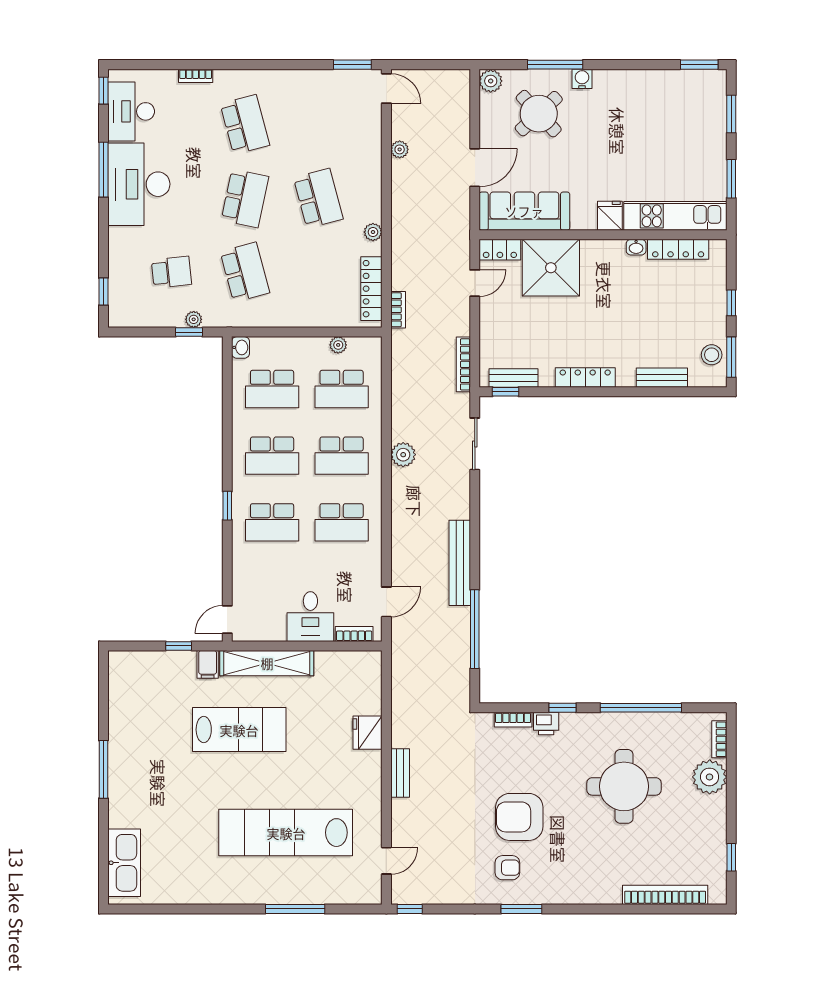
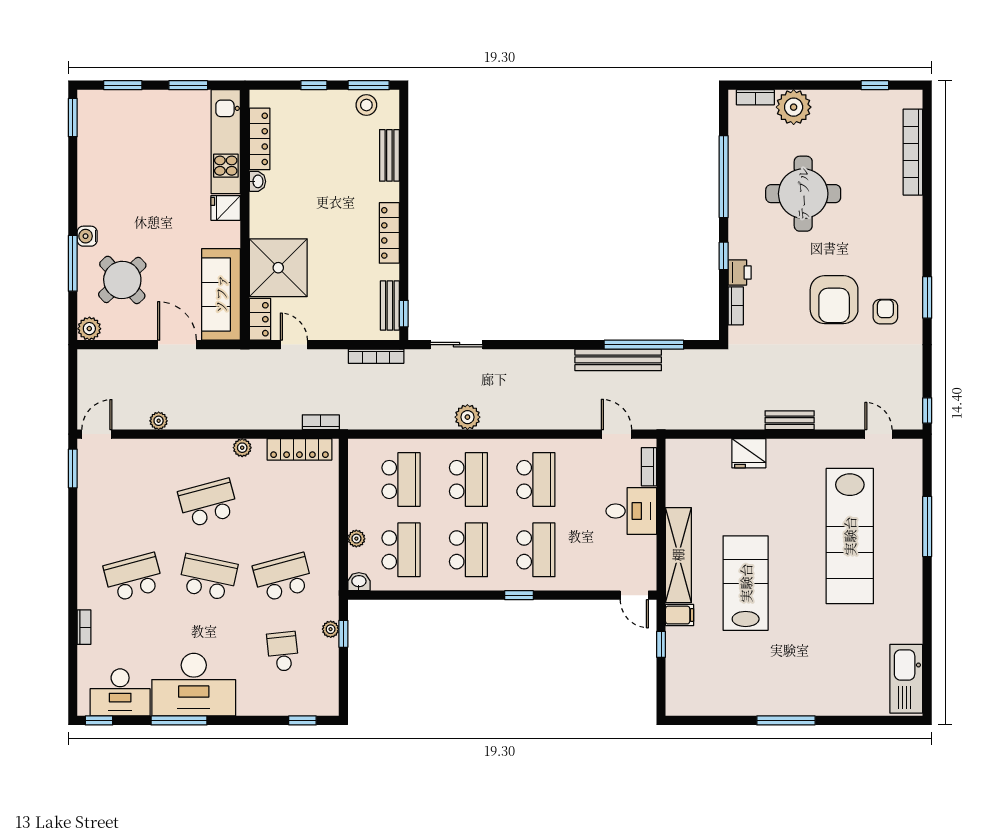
plant: (338, 345) -> (356, 539), moved
bench: (460, 563) -> (618, 360), moved
kitchen sink: (124, 863) -> (906, 679), moved, turned -90

